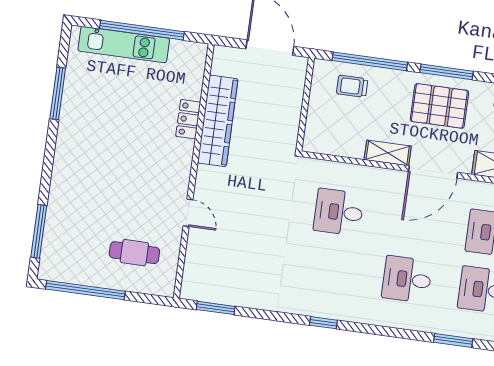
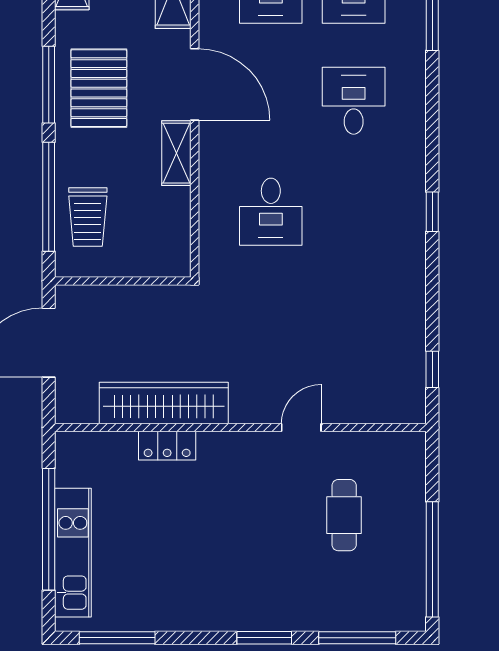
trolley: (352, 86) -> (88, 217), width x1.36, depth x1.39
window: (58, 93) -> (117, 638), moved
window: (48, 168) -> (264, 638), added
cafe table: (134, 253) -> (344, 515), moved
desk: (407, 279) -> (354, 101), turned 180
window: (216, 308) -> (432, 369), width x0.67

